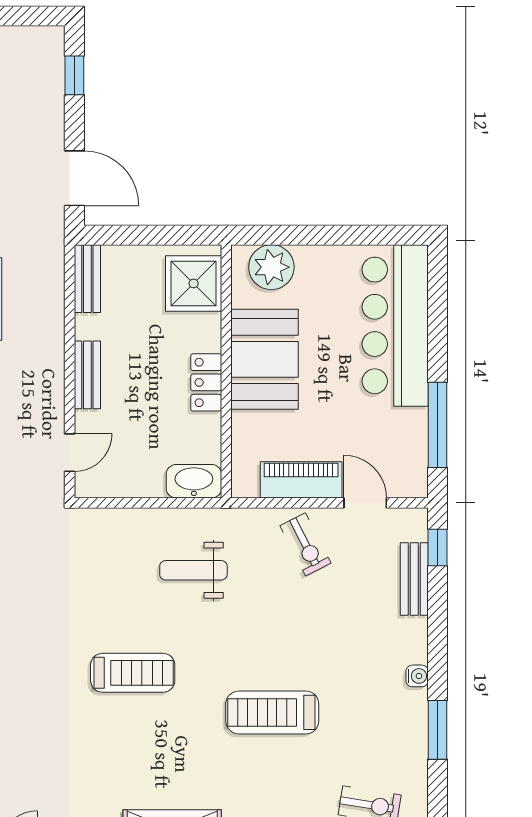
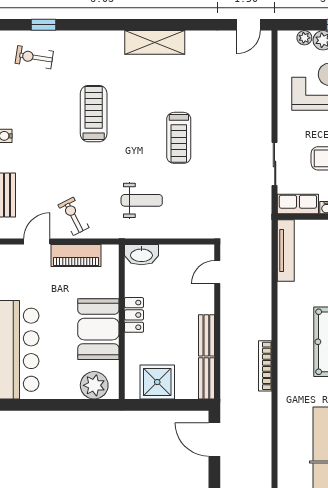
shower: (194, 283) -> (157, 382), moved
bench: (87, 375) -> (206, 335), moved
door: (365, 503) -> (37, 242), swing flipped
treadmill: (133, 673) -> (179, 138), turned -90
treadmill: (272, 712) -> (94, 114), turned -90

